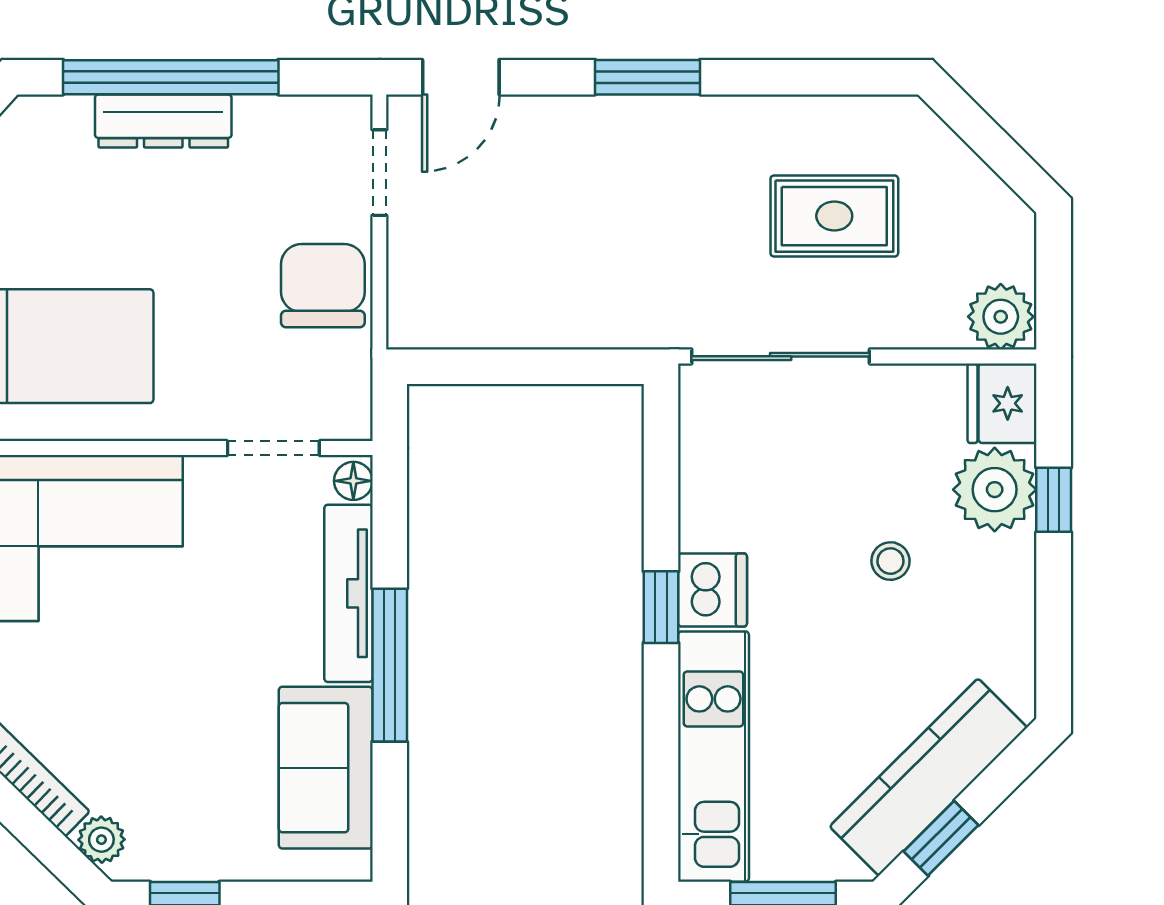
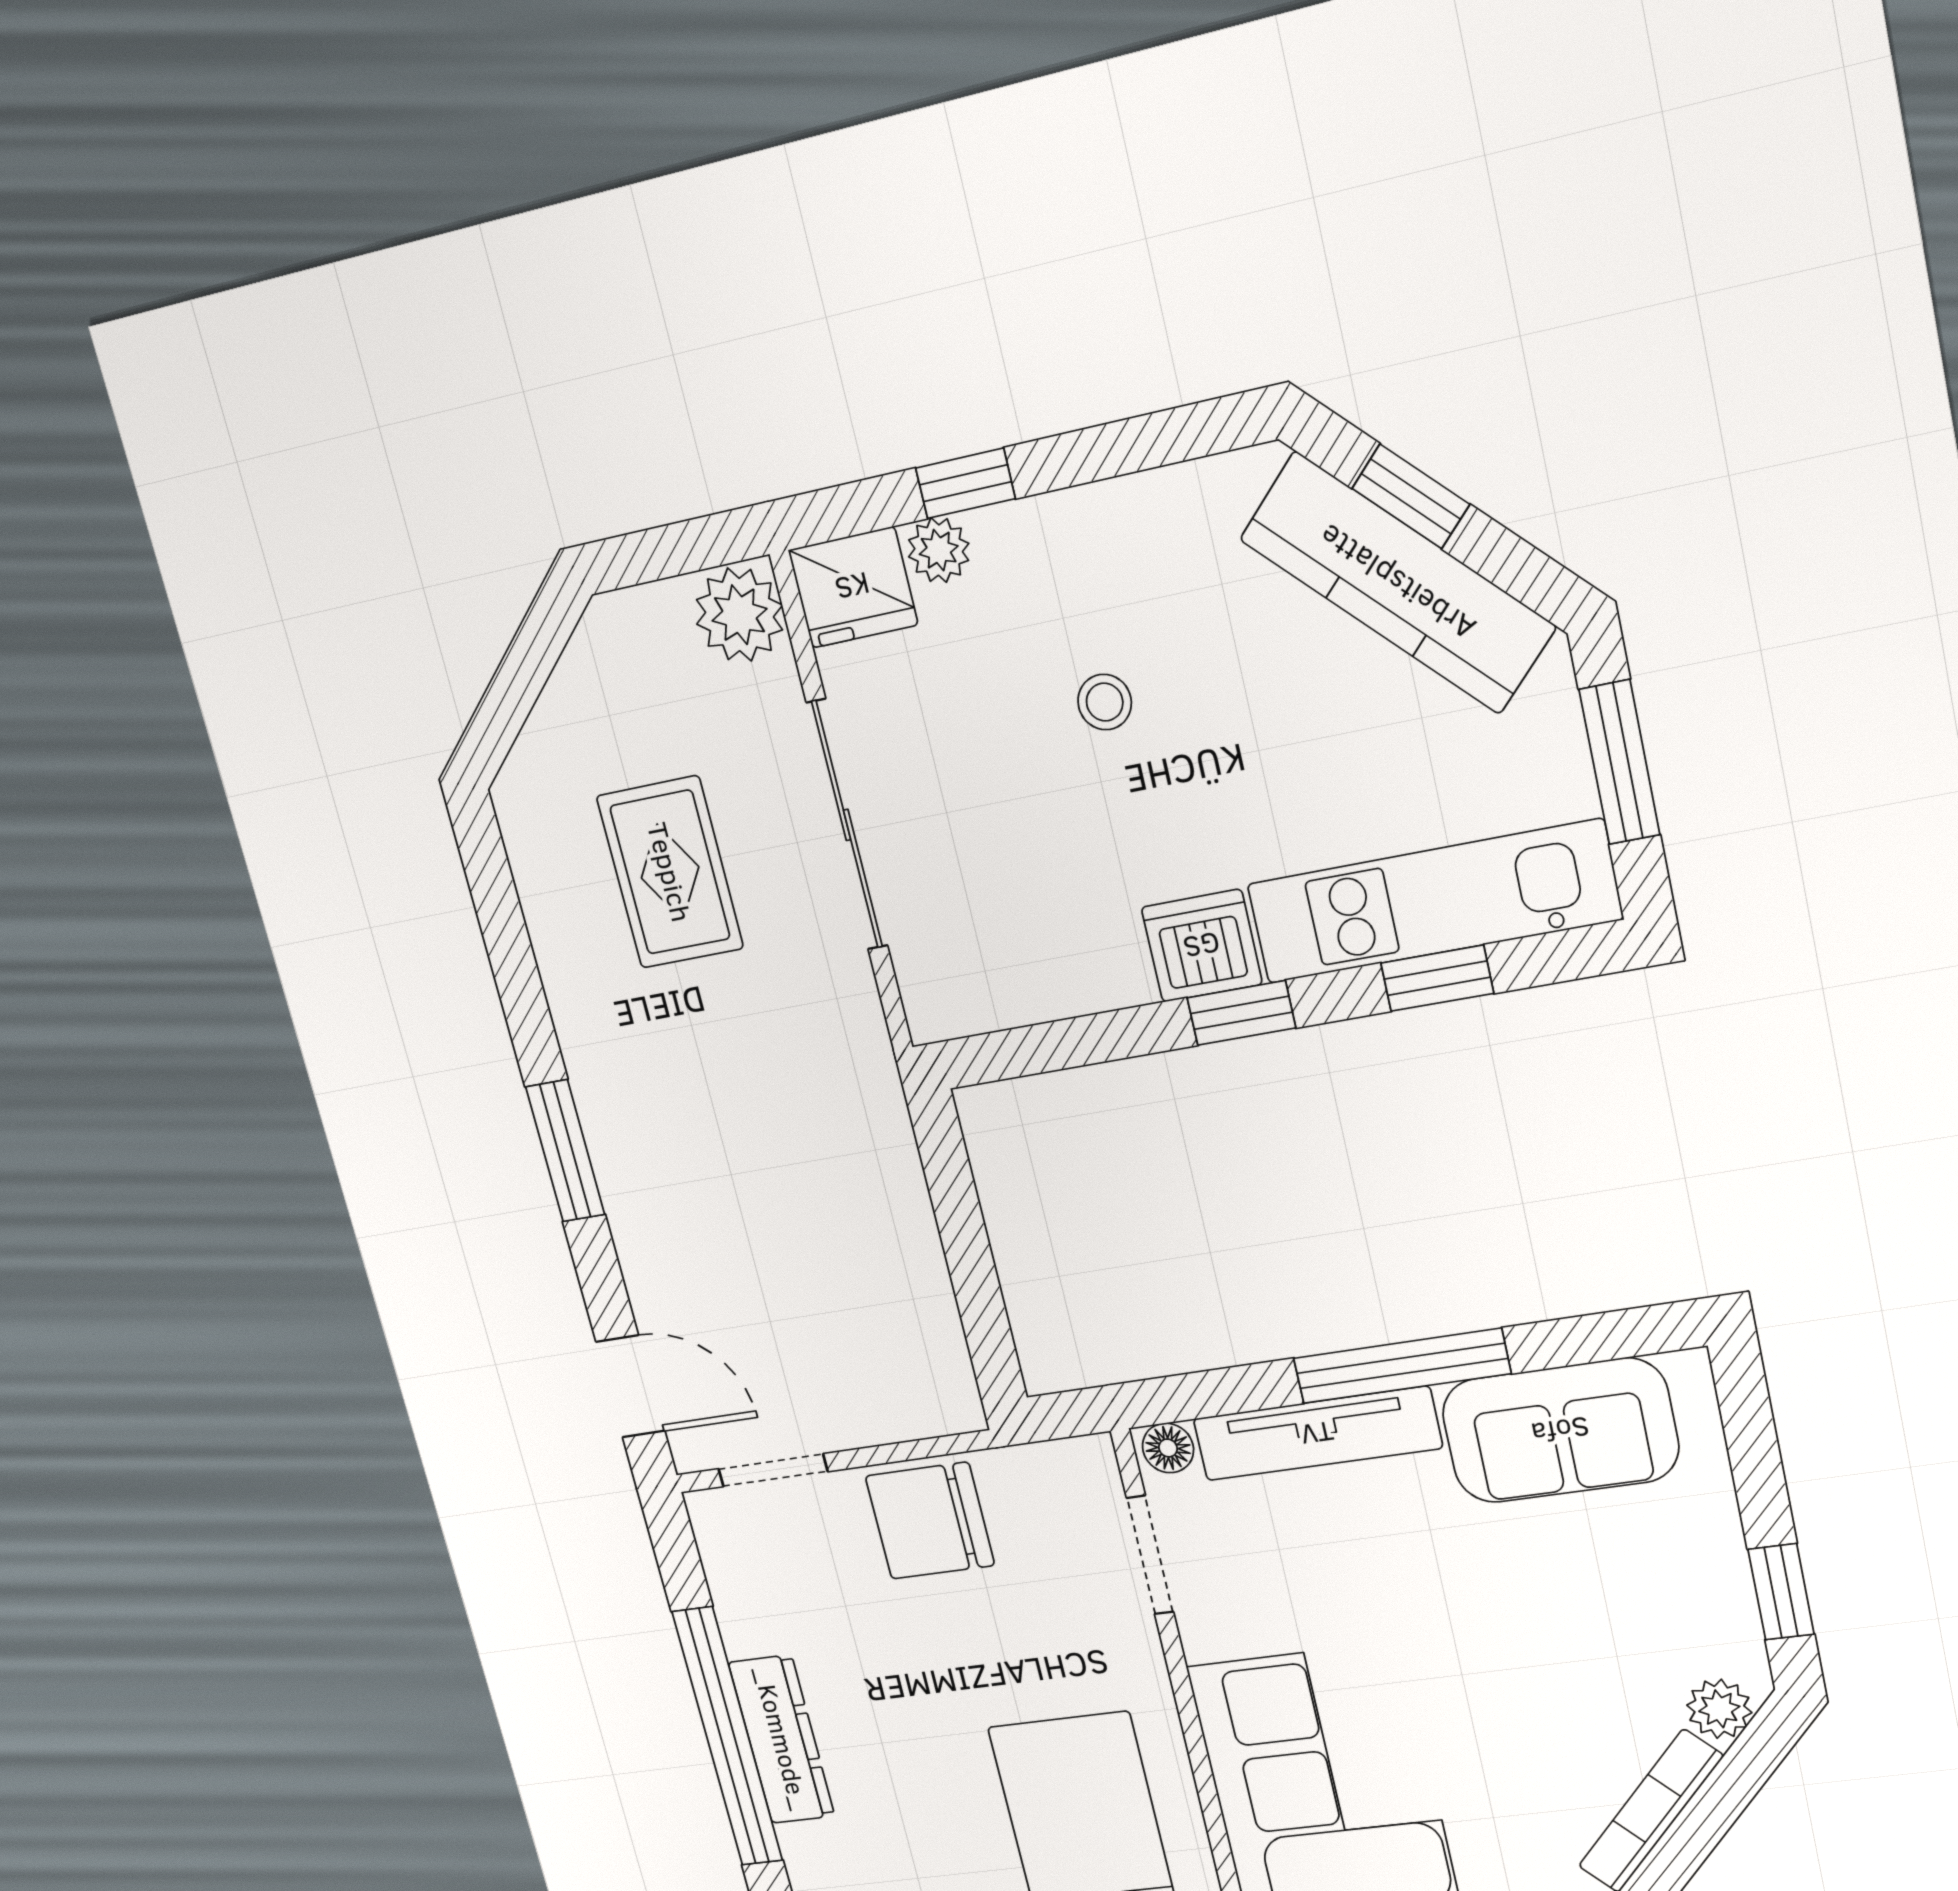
sliding door: (781, 356) -> (847, 825), moved
plant: (995, 490) -> (939, 550), width x0.53, depth x0.53
window: (661, 748) -> (1437, 978), added
window: (941, 838) -> (1411, 496), moved

